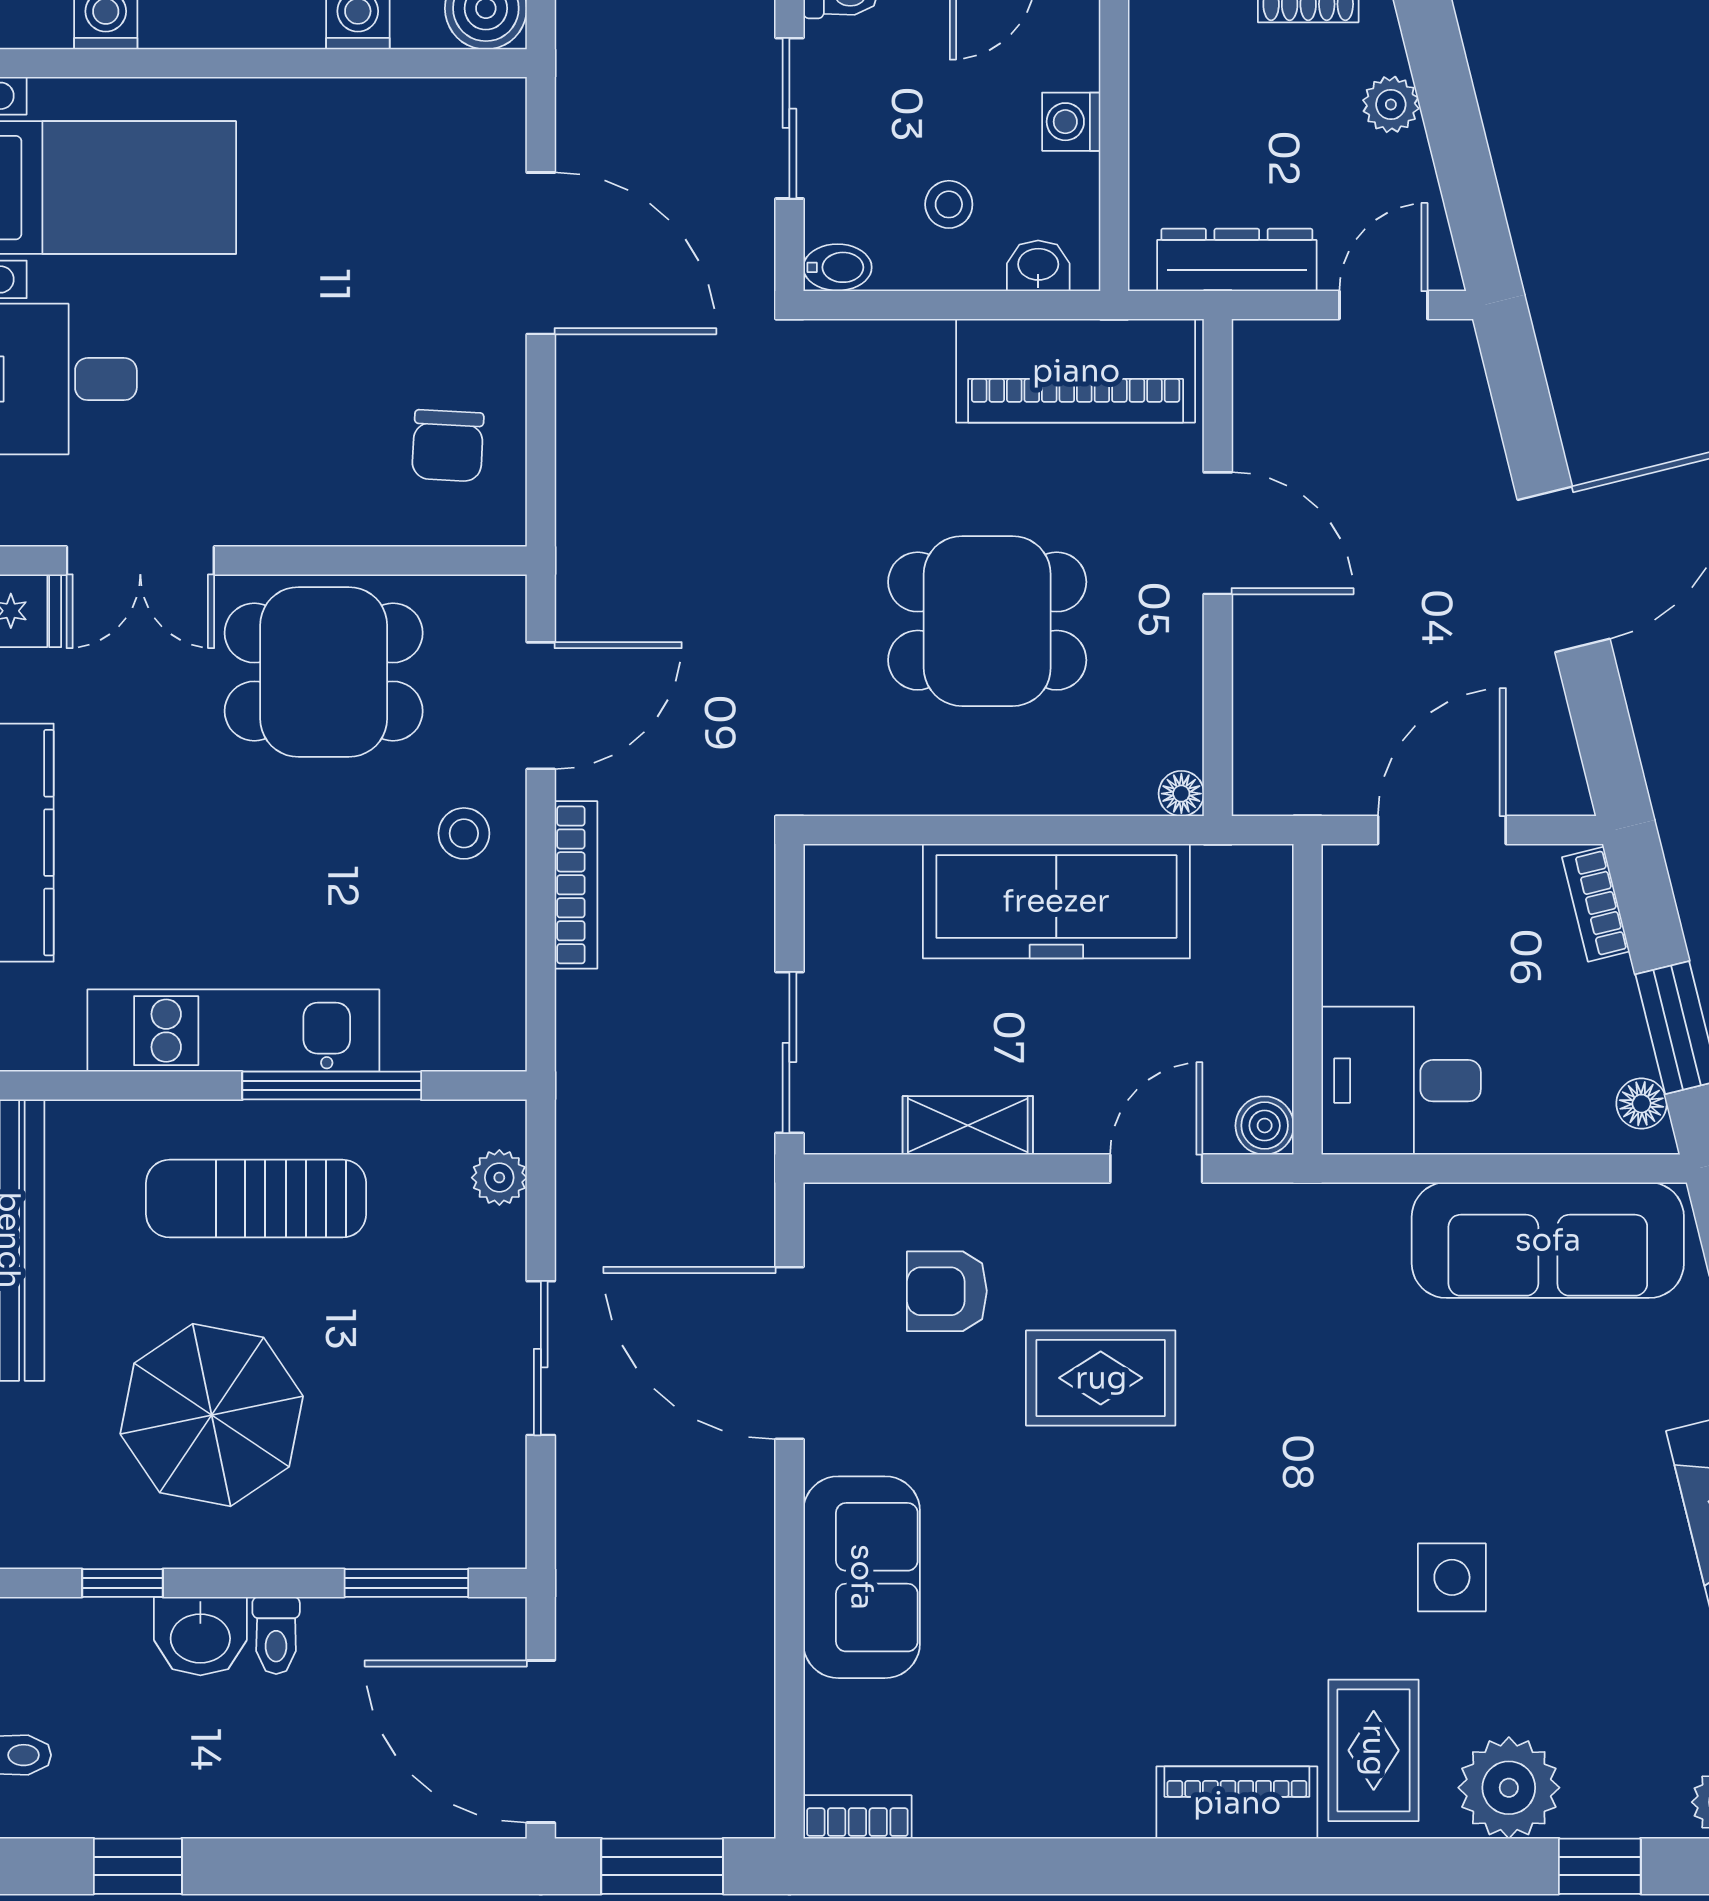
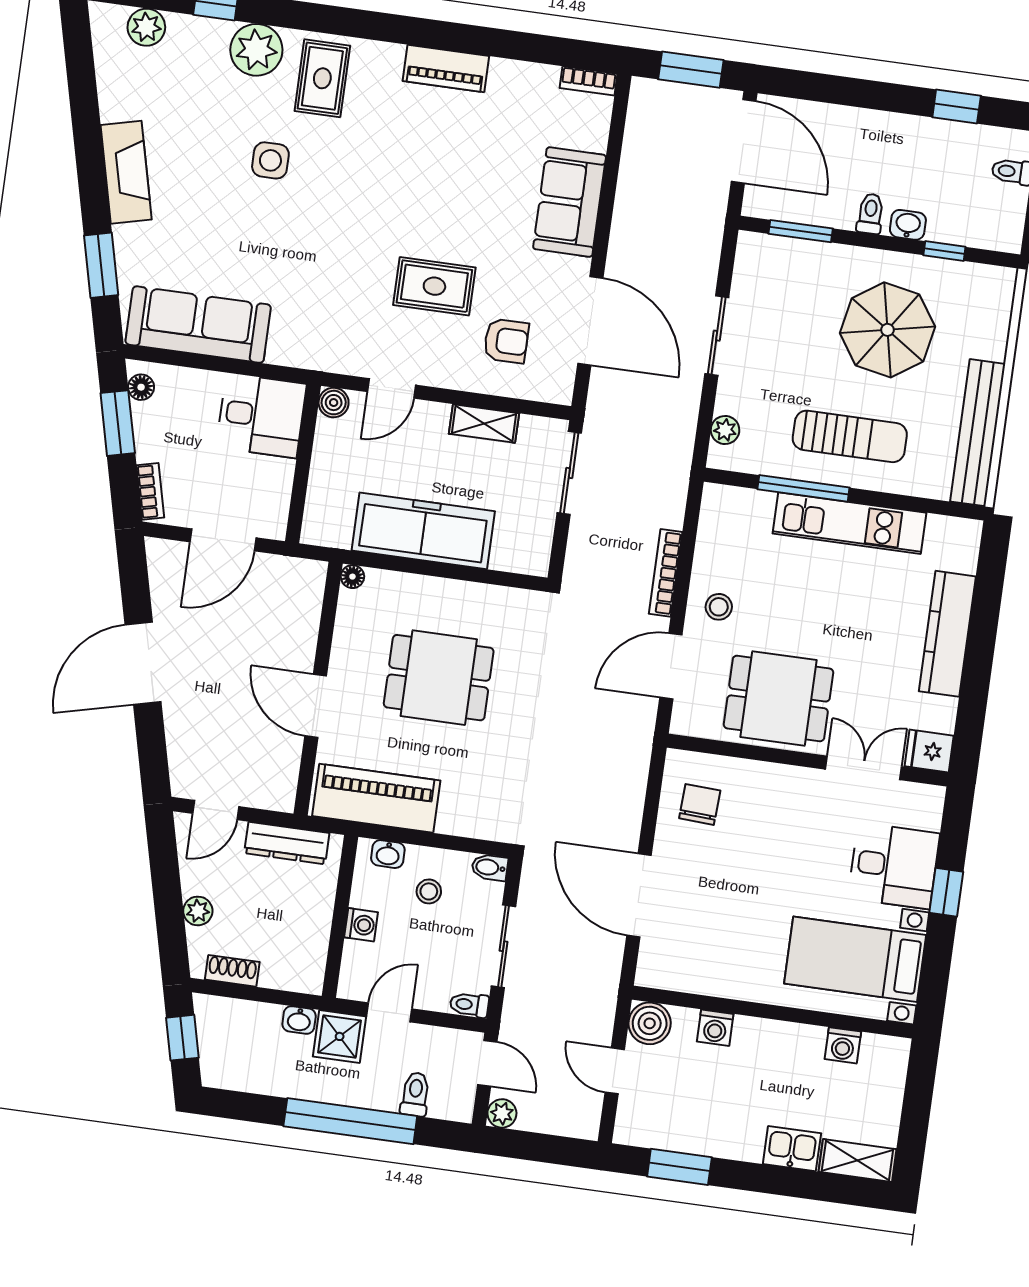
washbasin: (200, 1636) -> (908, 225), width x0.72, depth x0.69
piano: (1237, 1803) -> (446, 68), moved

